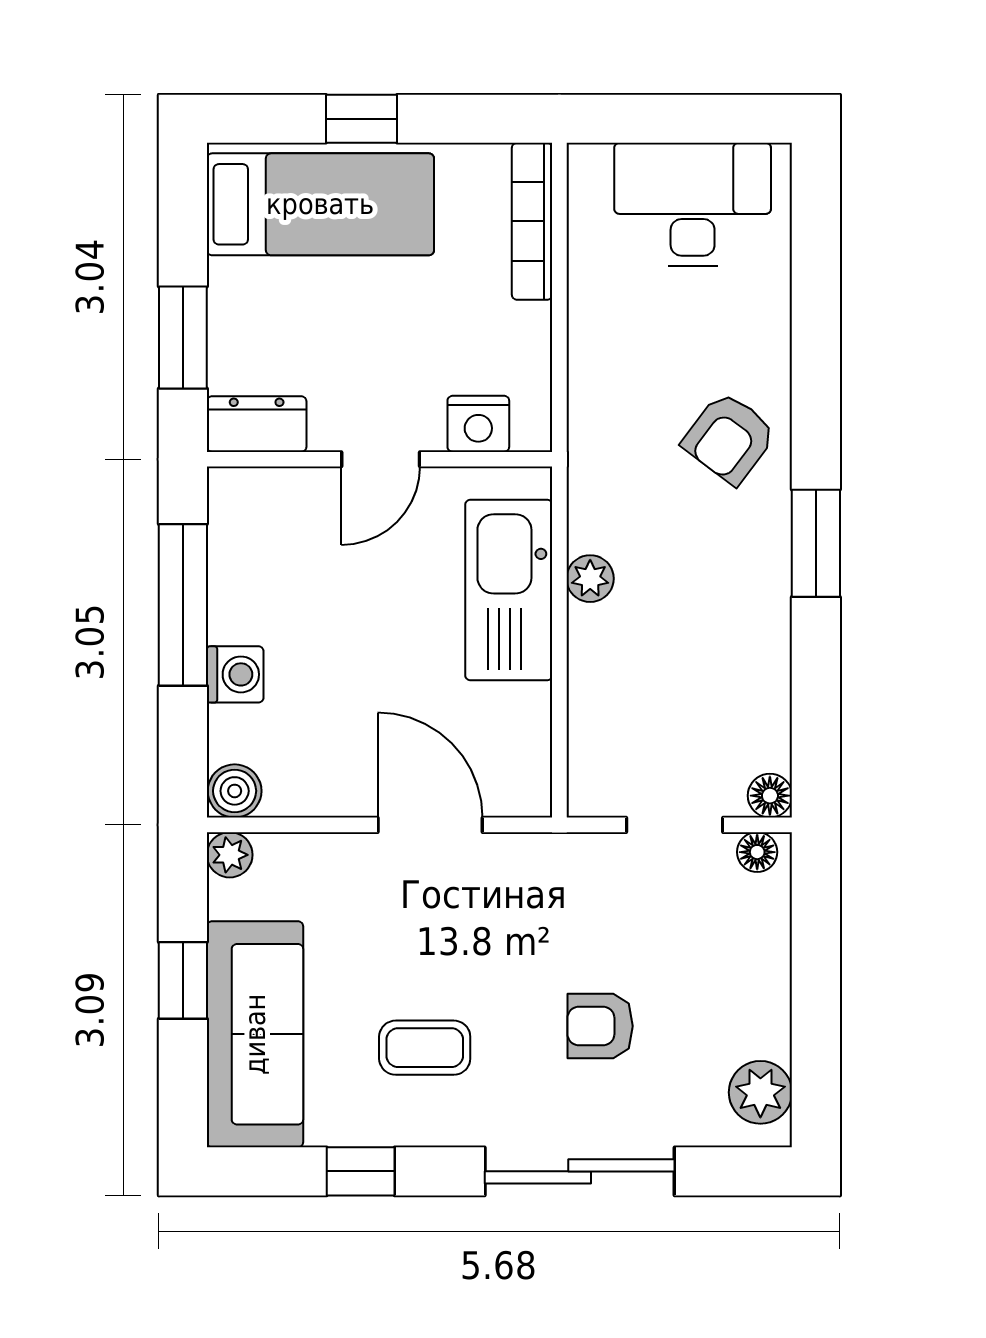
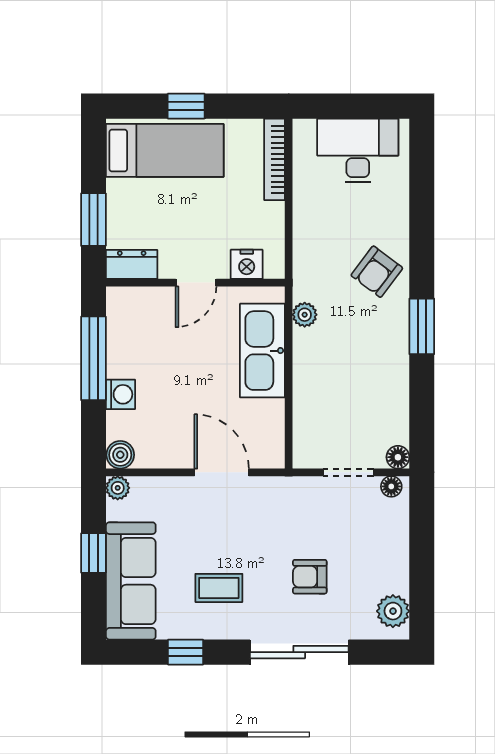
plant: (590, 579) -> (305, 315), moved

